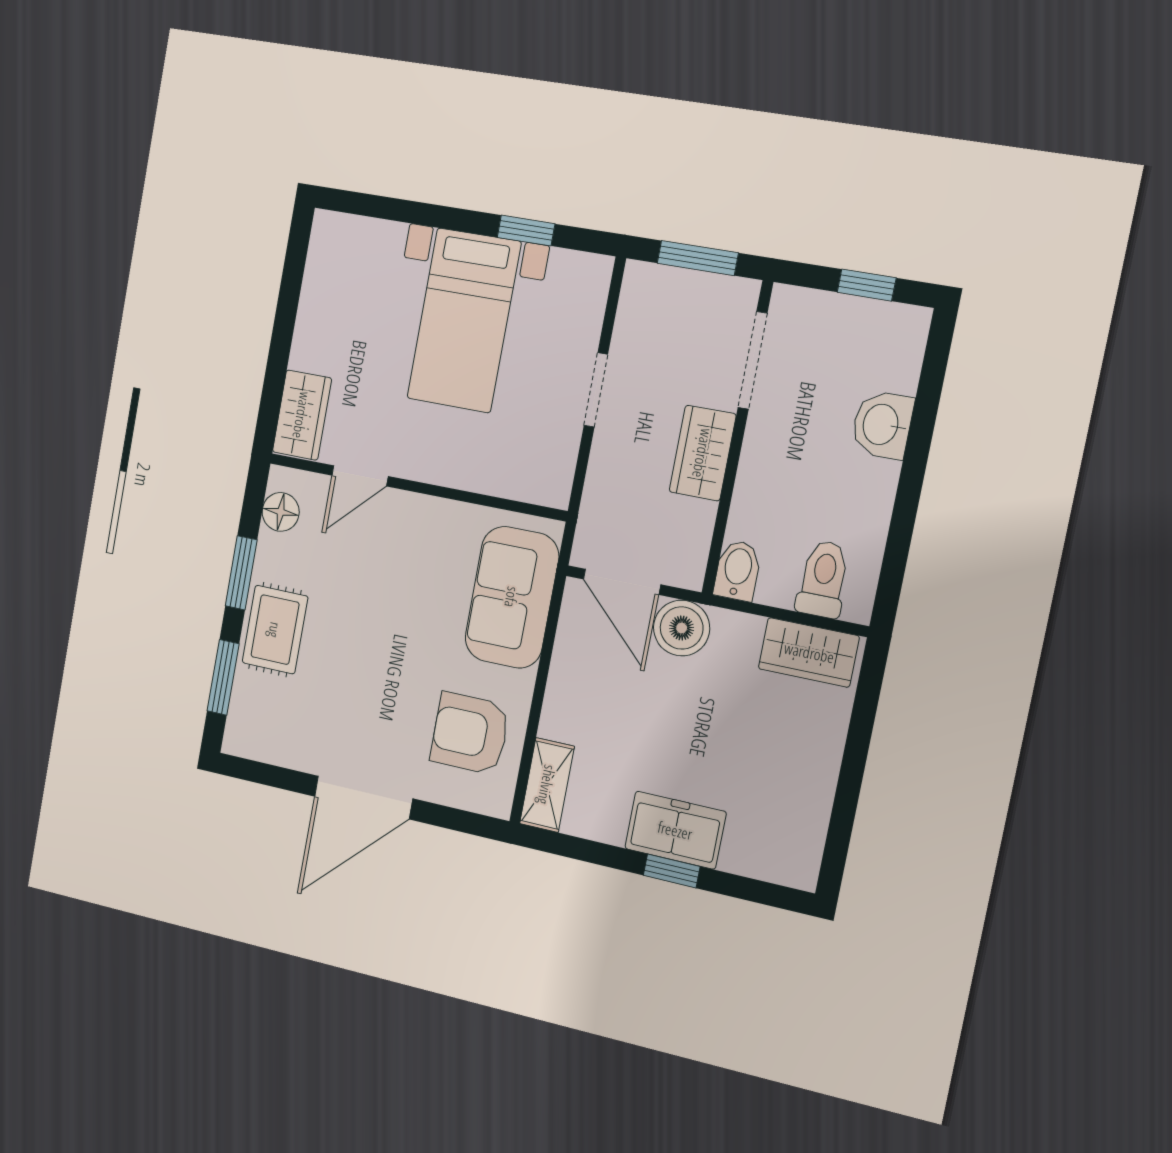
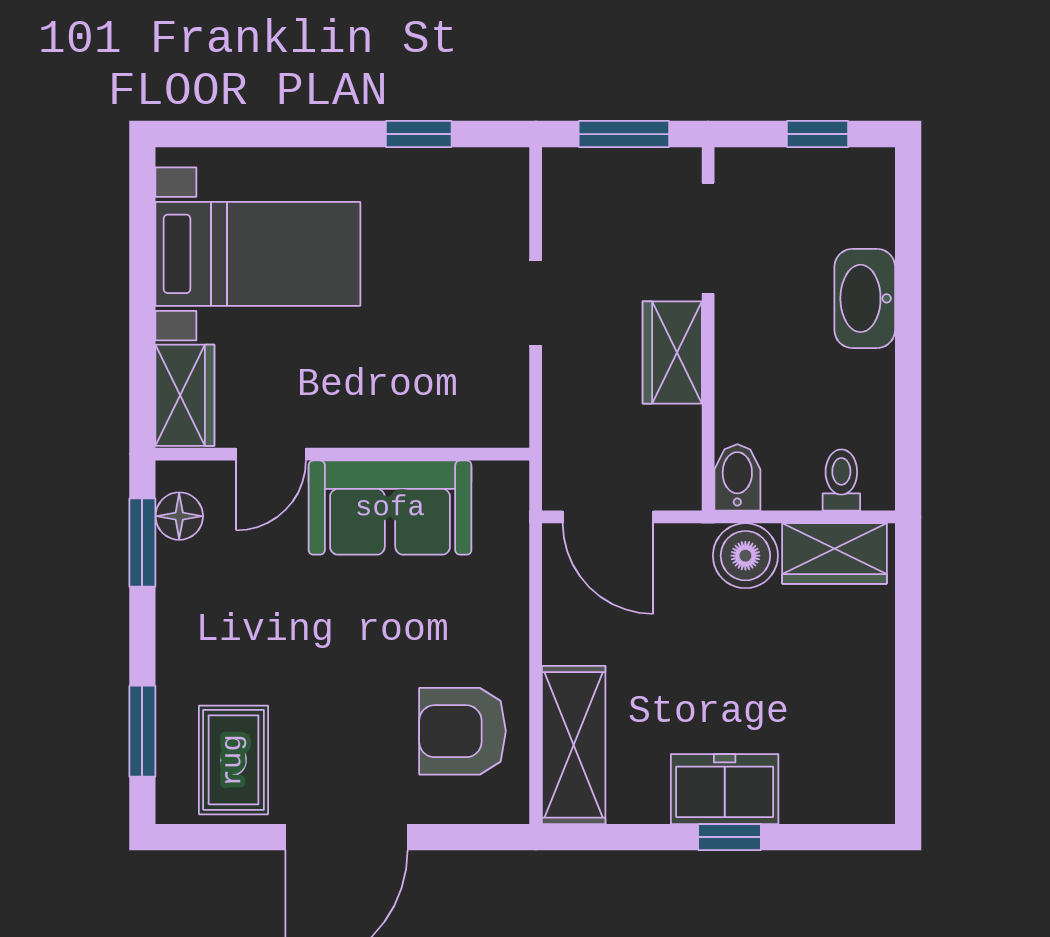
bed with nightstands: (464, 320) -> (258, 254), moved, turned -90
washbasin: (882, 425) -> (865, 298), width x1.38
window: (241, 573) -> (142, 543), moved
toilet: (823, 579) -> (841, 480), width x0.73, depth x0.72
sofa: (512, 597) -> (390, 508), moved, turned -90
boiler: (682, 628) -> (745, 556), moved
rug: (275, 630) -> (233, 760), moved
shelving: (547, 785) -> (574, 745), width x1.50, depth x1.33

